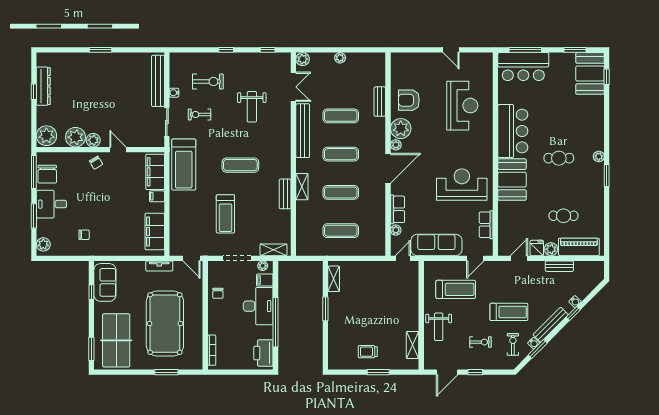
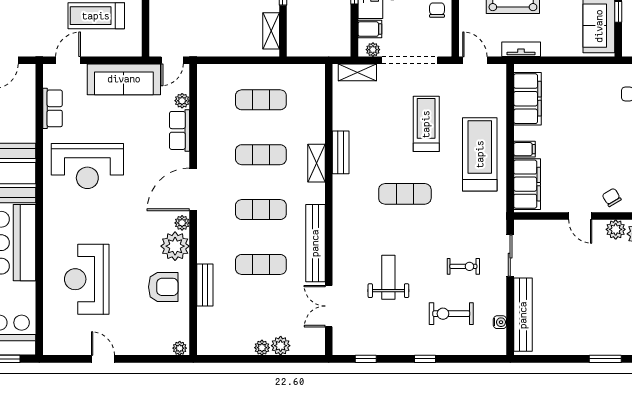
plant: (397, 57) -> (180, 348), added
plant: (303, 59) -> (281, 346), moved
water cooler: (174, 93) -> (500, 322), moved
treadmill: (184, 164) -> (480, 154), moved
doorway: (237, 258) -> (410, 60), width x1.36

